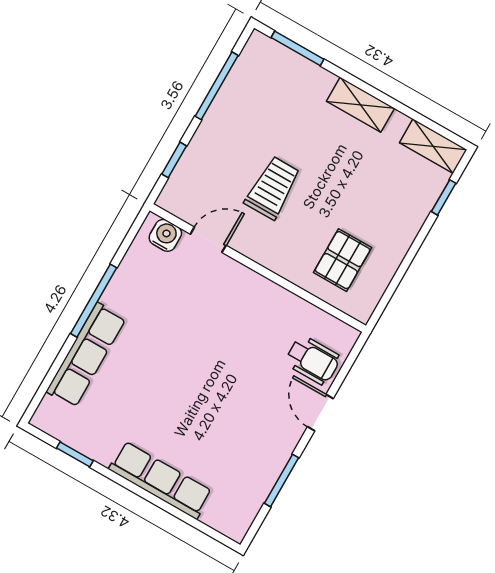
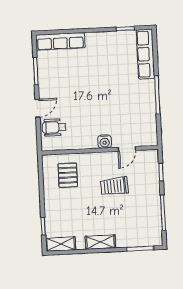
trolley: (273, 188) -> (114, 186), turned 86
water cooler: (165, 235) -> (105, 142), moved
row of seats: (86, 355) -> (145, 54), moved
door: (320, 413) -> (37, 108), hinge flipped
row of seats: (160, 480) -> (60, 41), moved

